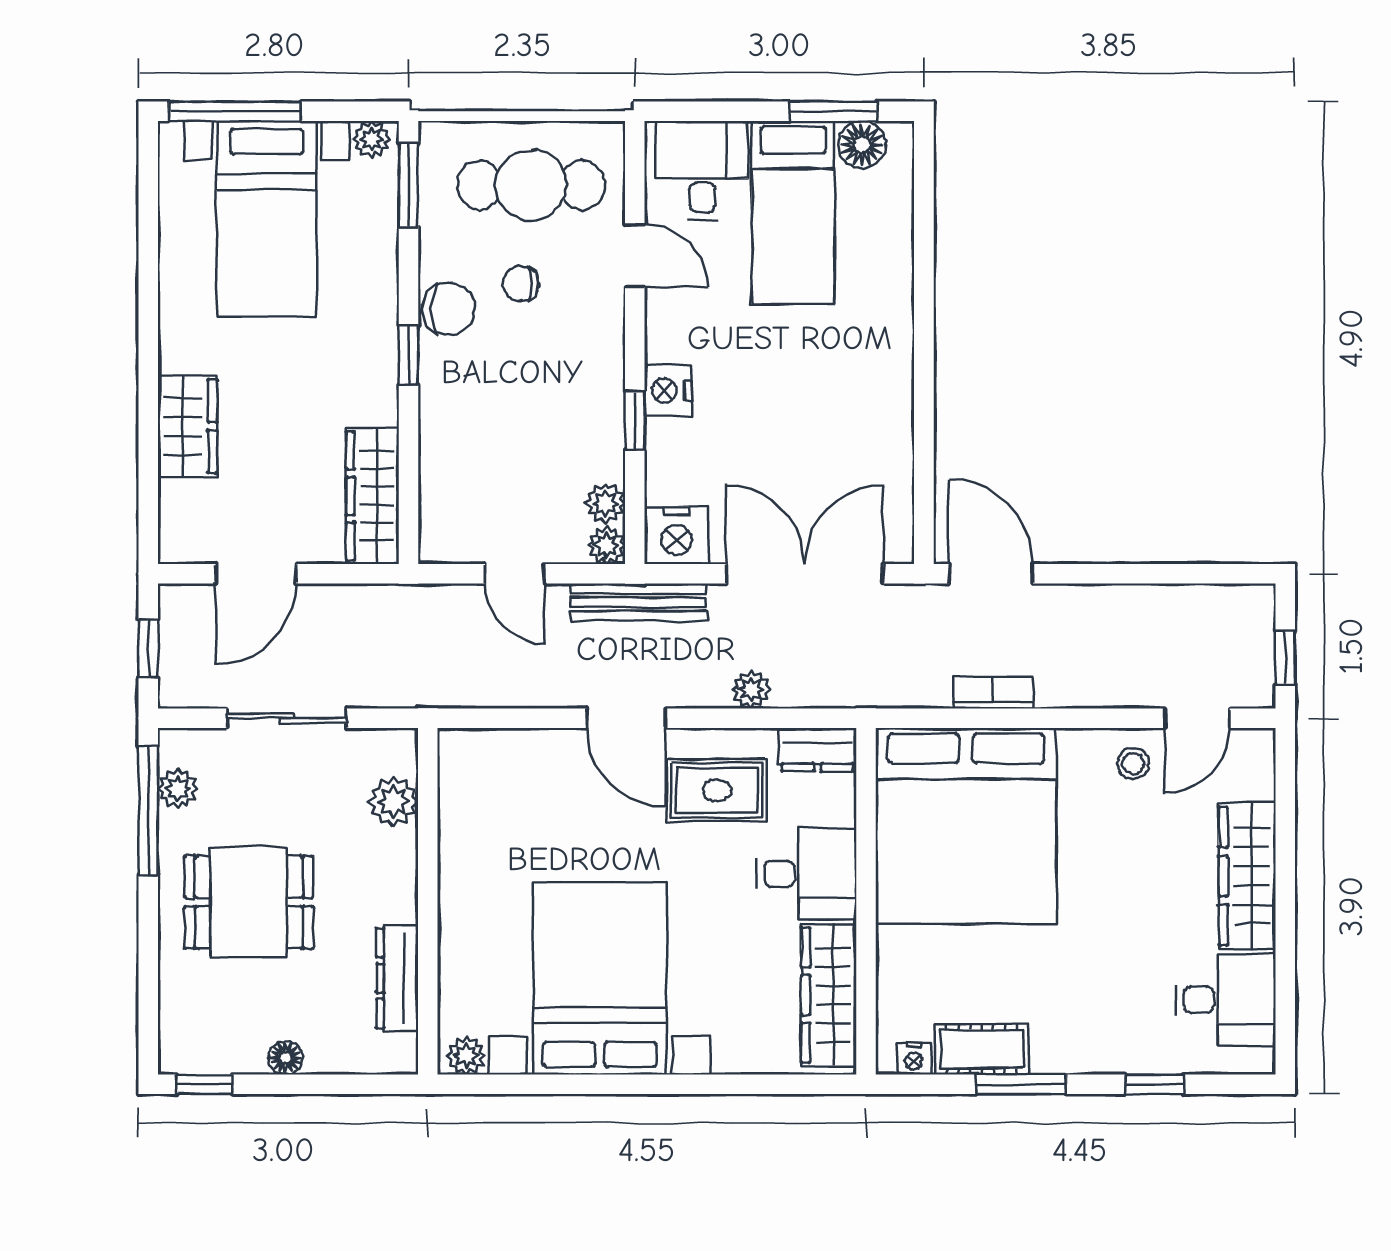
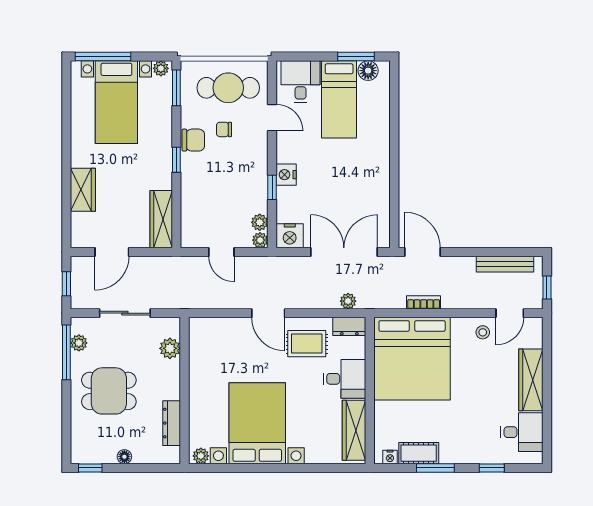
bench: (639, 602) -> (505, 264), moved
plant: (751, 690) -> (348, 301), moved

